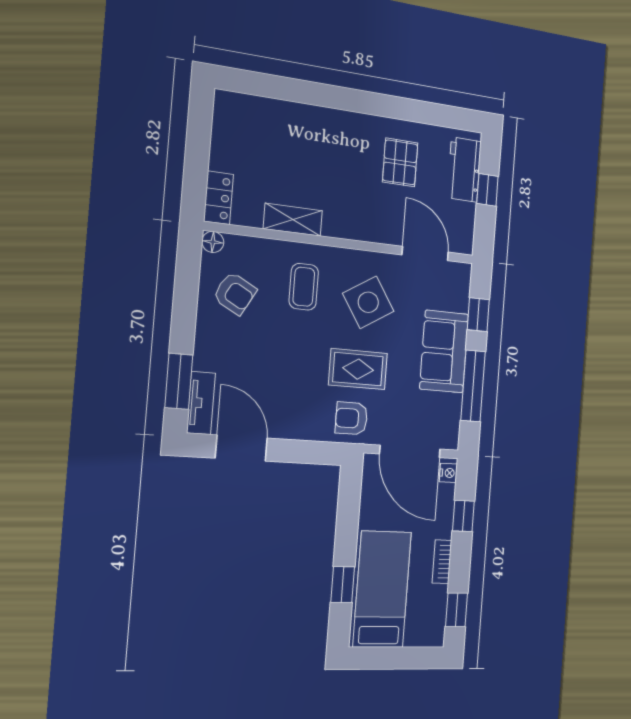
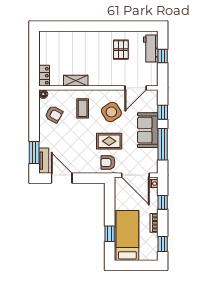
door: (425, 254) -> (136, 88), swing flipped

